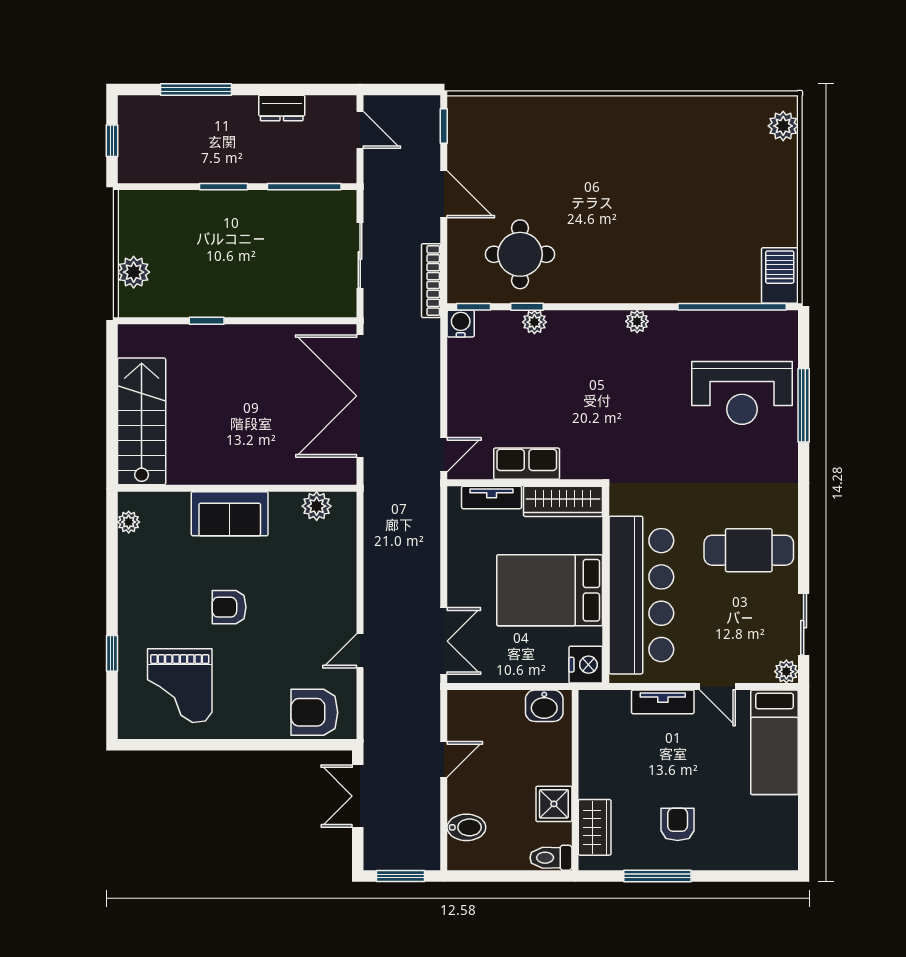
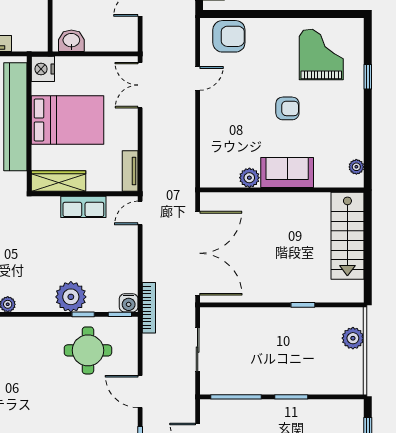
bookcase: (431, 281) -> (149, 308), moved
plant: (534, 322) -> (71, 297), width x1.88, depth x1.88
tv unit: (492, 497) -> (130, 171), moved, turned -90
plant: (317, 506) -> (249, 178), moved

